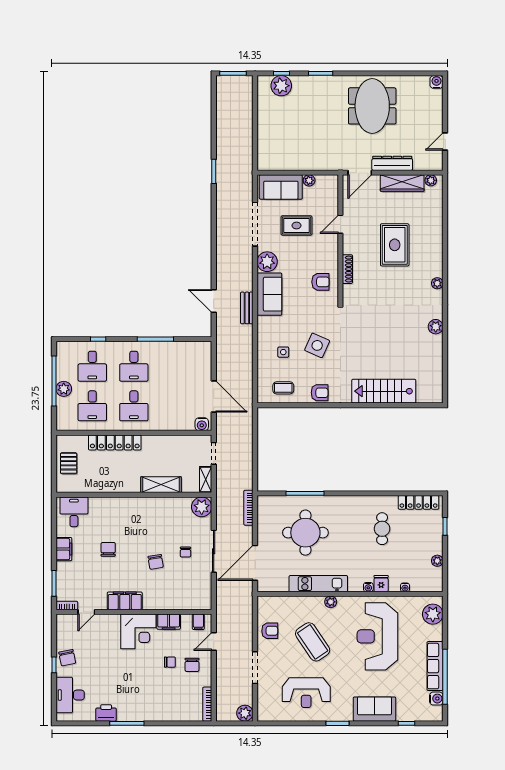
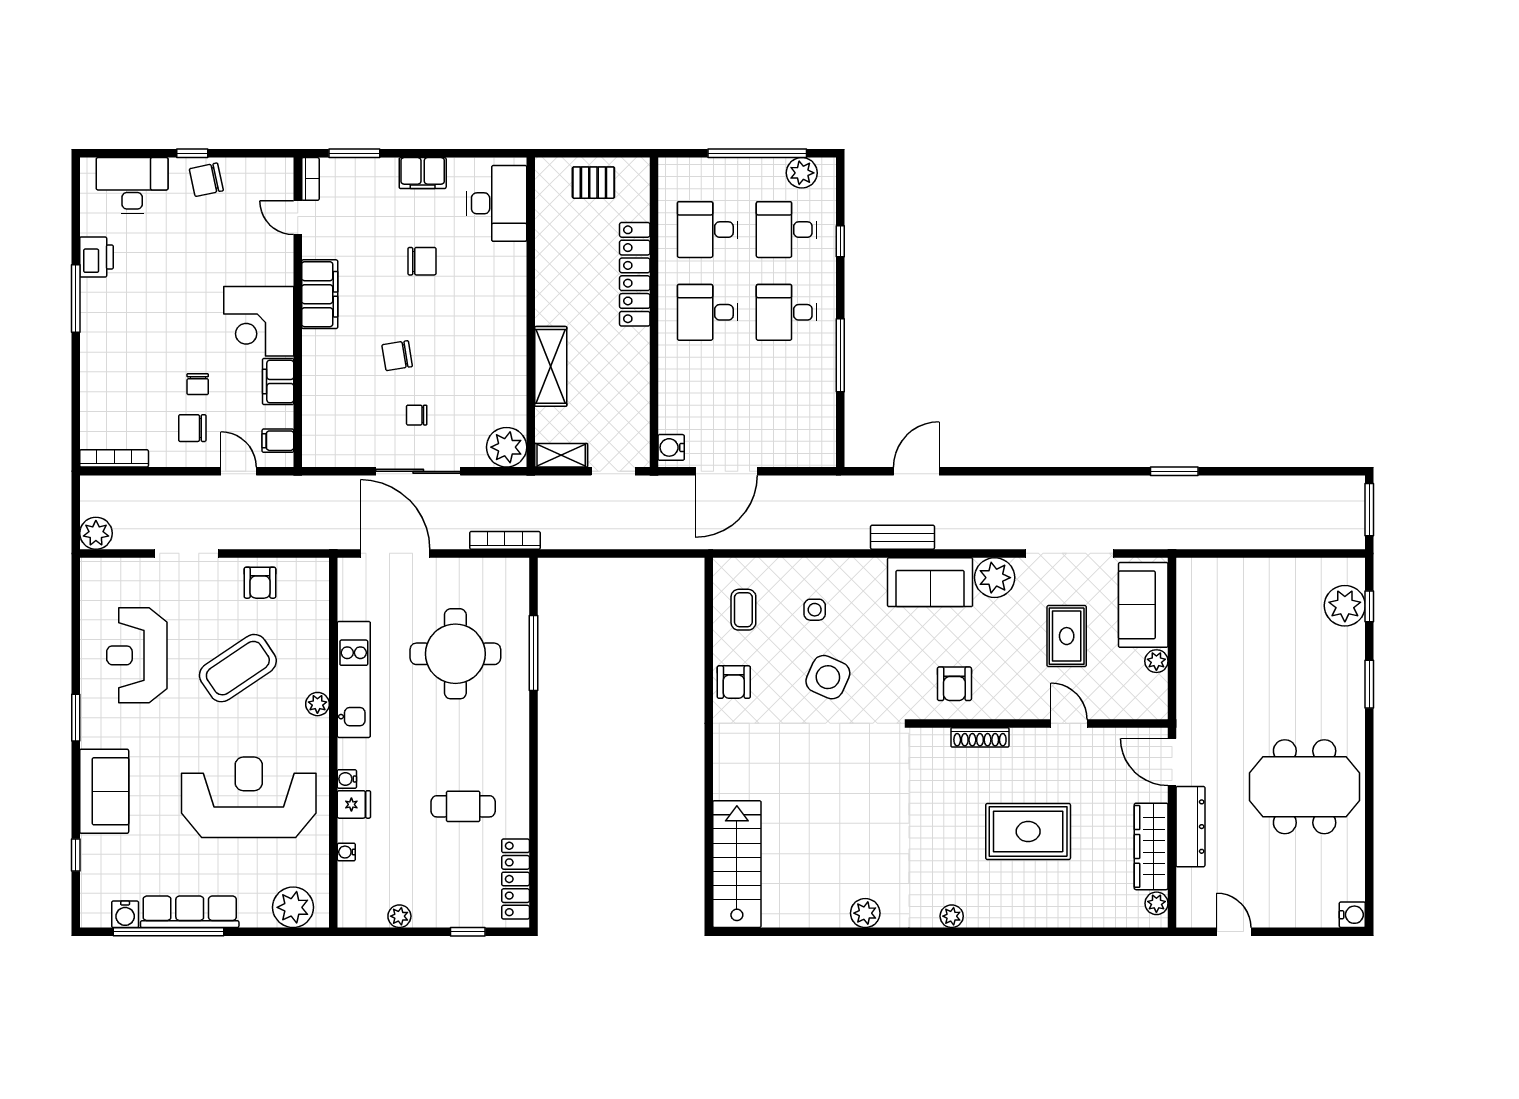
plant: (64, 389) -> (802, 173), moved
stairs: (384, 391) -> (737, 864), moved
desk: (74, 512) -> (497, 203), width x1.37

